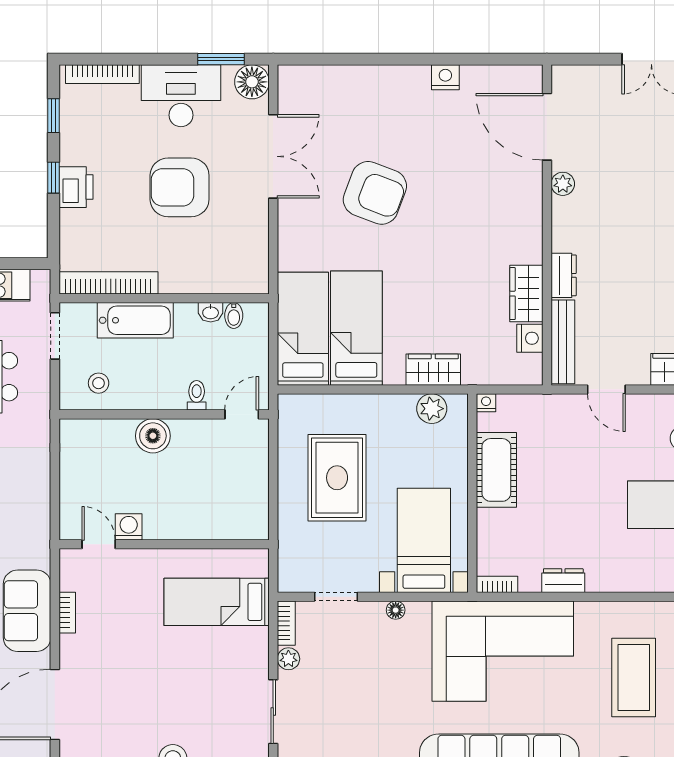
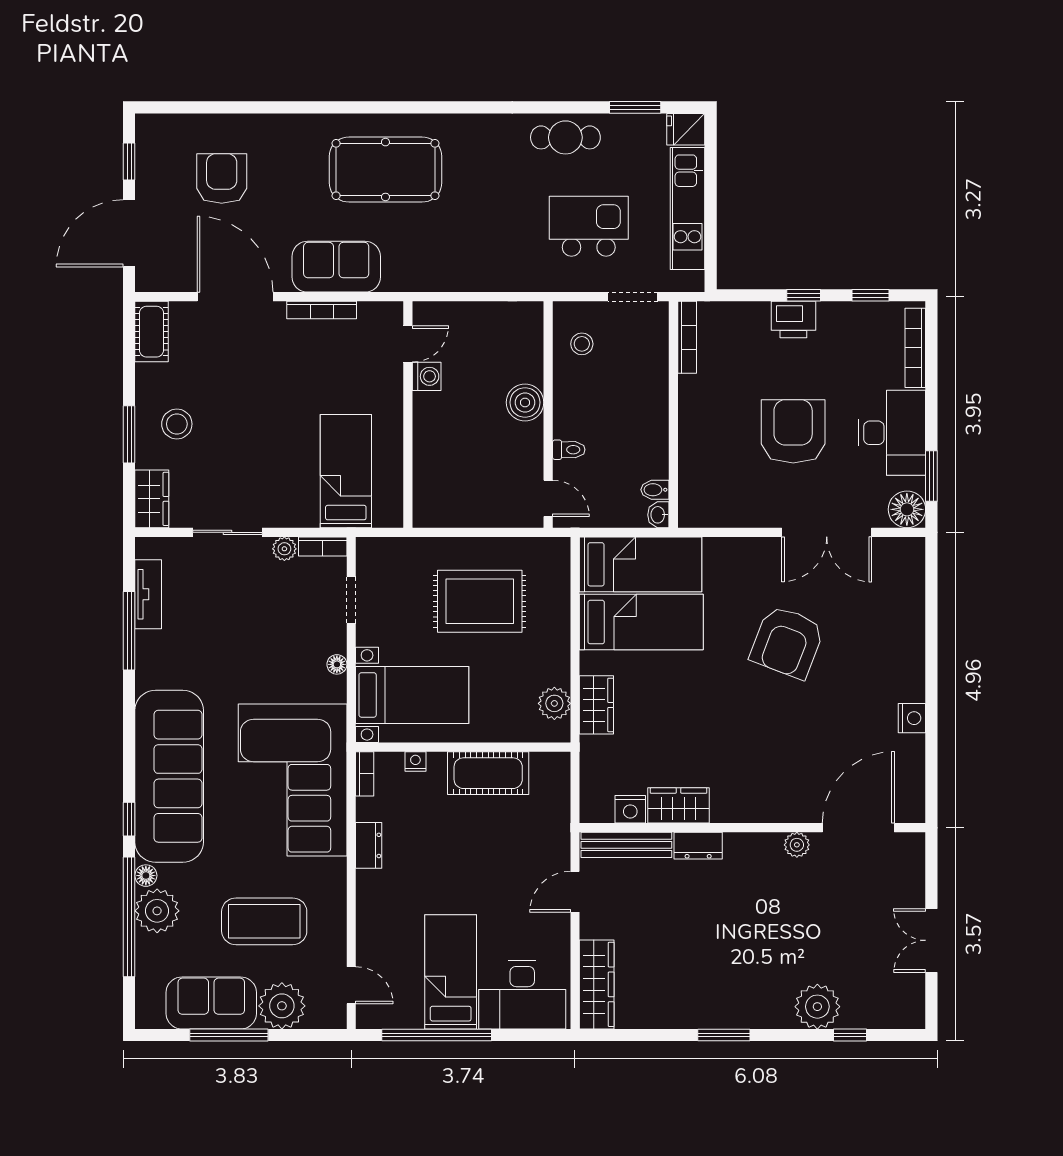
bookcase: (108, 283) -> (687, 337), width x0.68, depth x0.76
washbasin: (211, 312) -> (658, 515), moved
bathtub: (135, 320) -> (650, 383), removed
nightstand: (486, 403) -> (415, 761), moved, turned -90
bookcase: (67, 613) -> (322, 310), width x1.56

